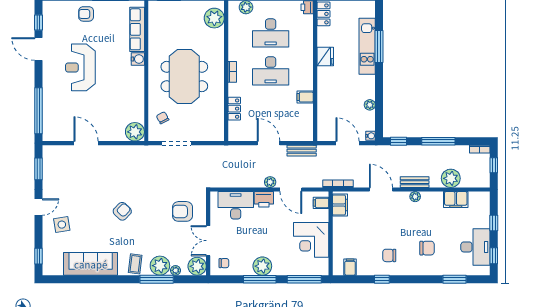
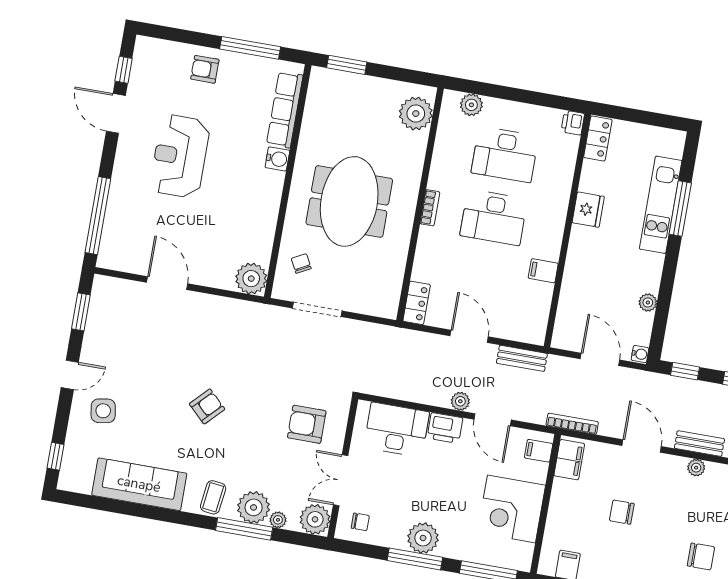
locker: (234, 109) -> (417, 303), moved
chair: (389, 255) -> (622, 512), moved

